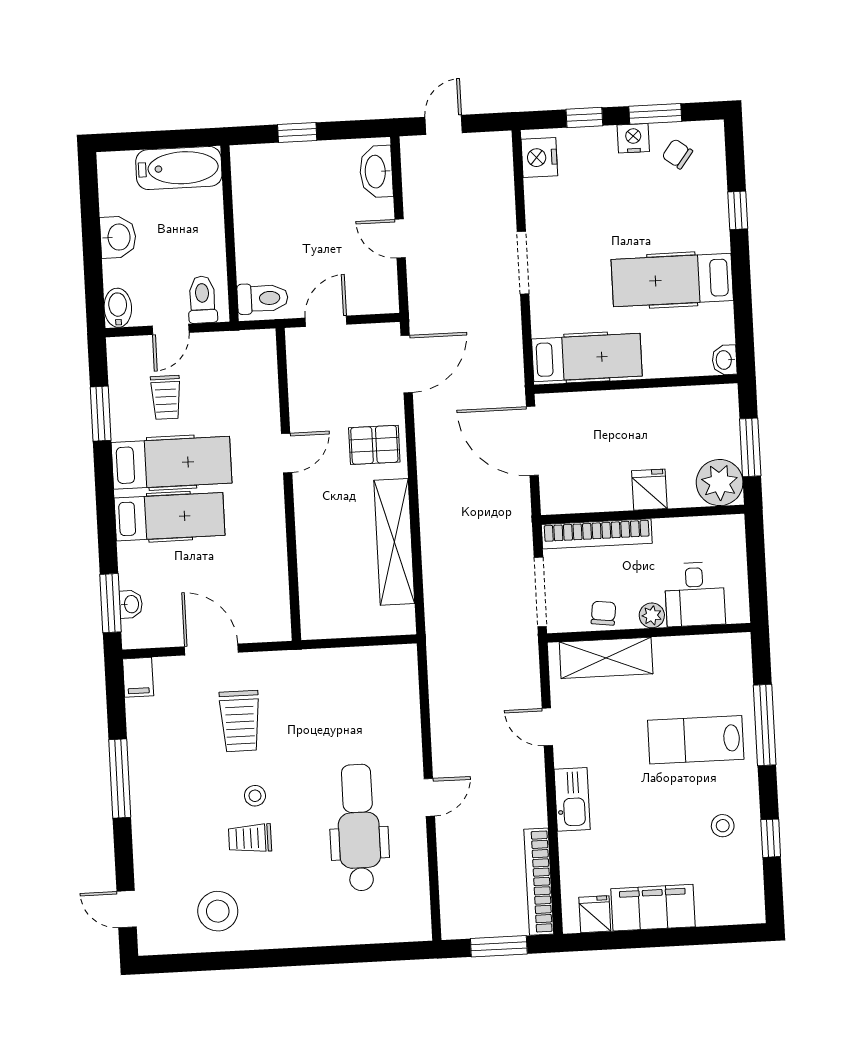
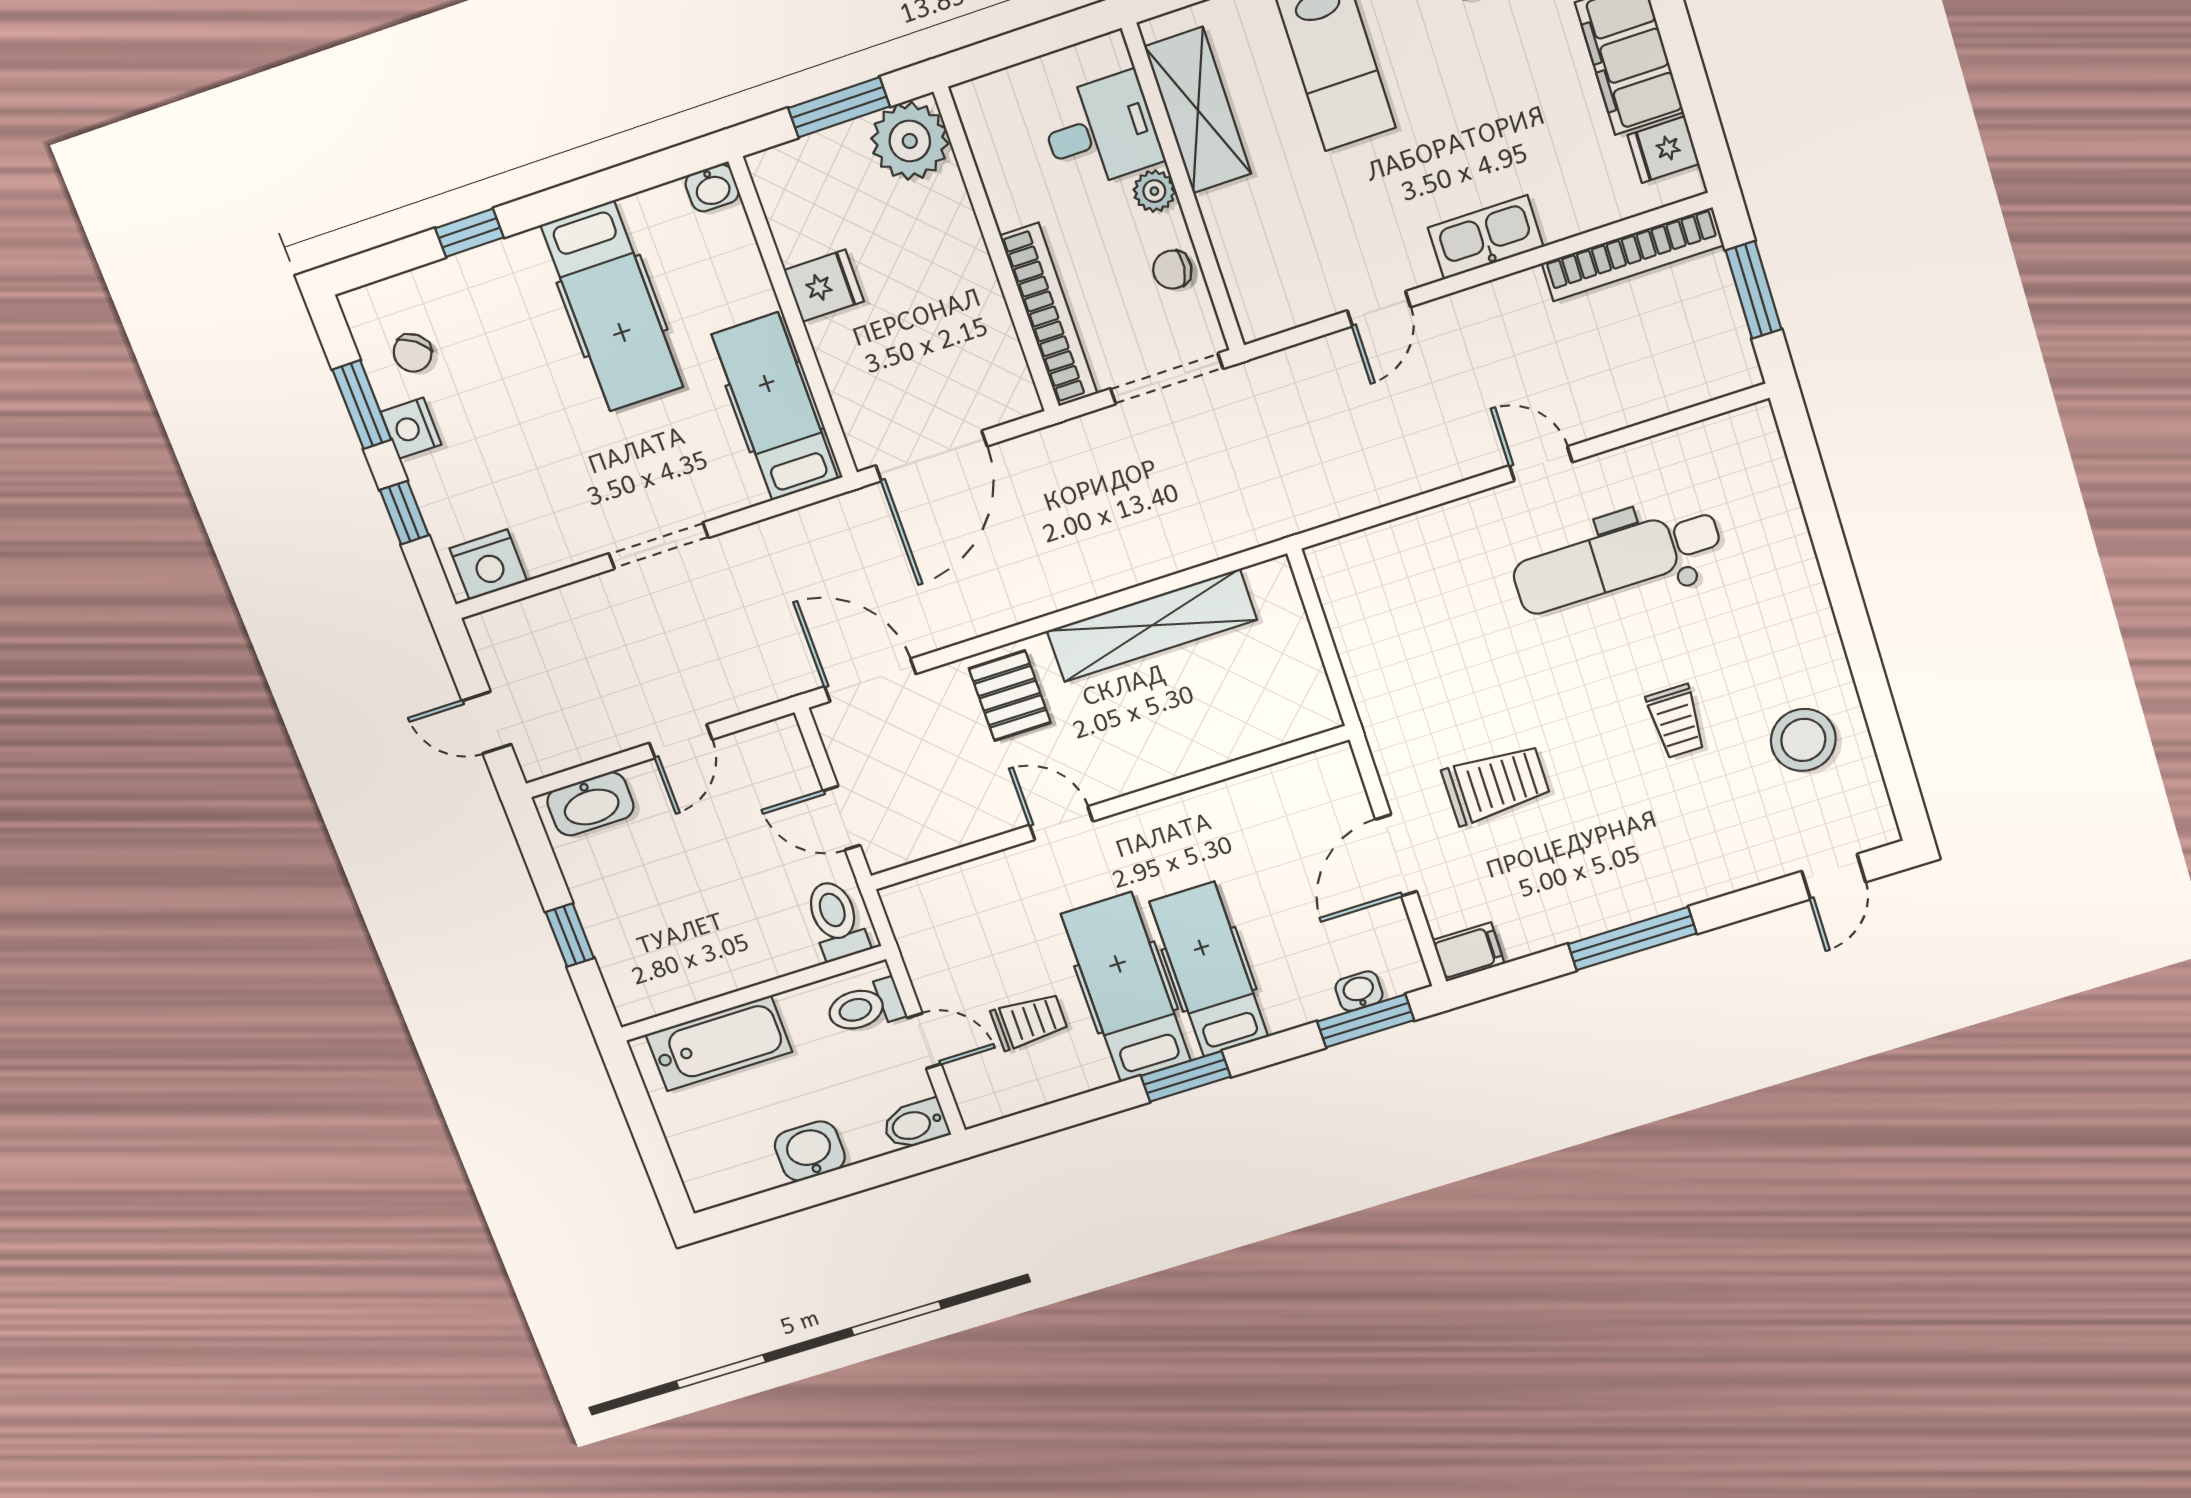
bathtub: (179, 168) -> (719, 1043), moved, turned 90
window: (101, 414) -> (1186, 1076), moved
fridge: (649, 490) -> (824, 286), moved, turned 180
shelving: (606, 658) -> (1198, 110), moved
stool: (255, 796) -> (1607, 731), removed

